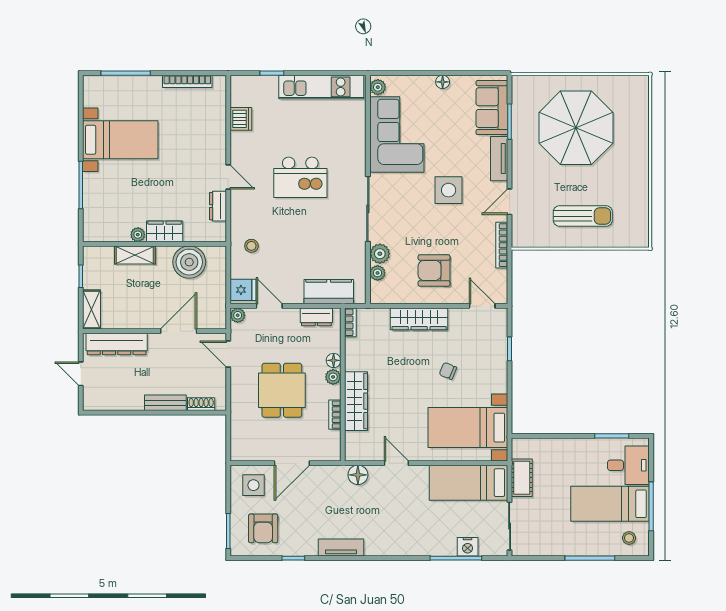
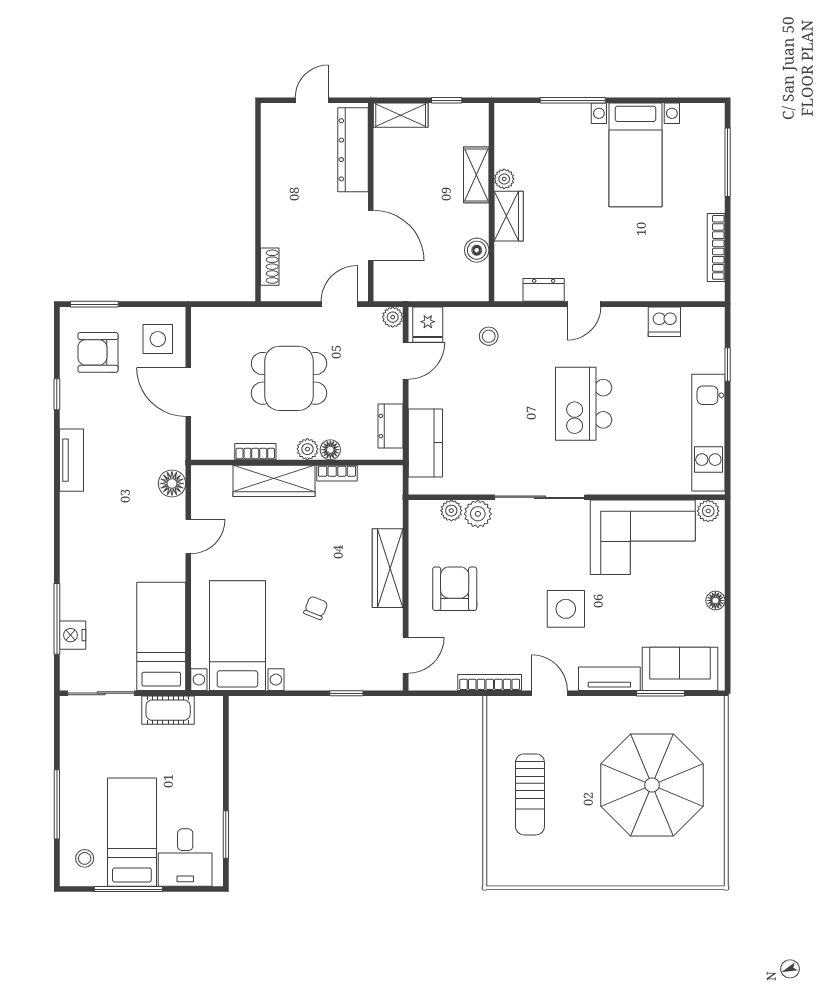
boiler: (189, 262) -> (477, 250), width x0.54, depth x0.54
bookcase: (350, 322) -> (337, 473), moved
bench: (165, 403) -> (272, 217), removed

